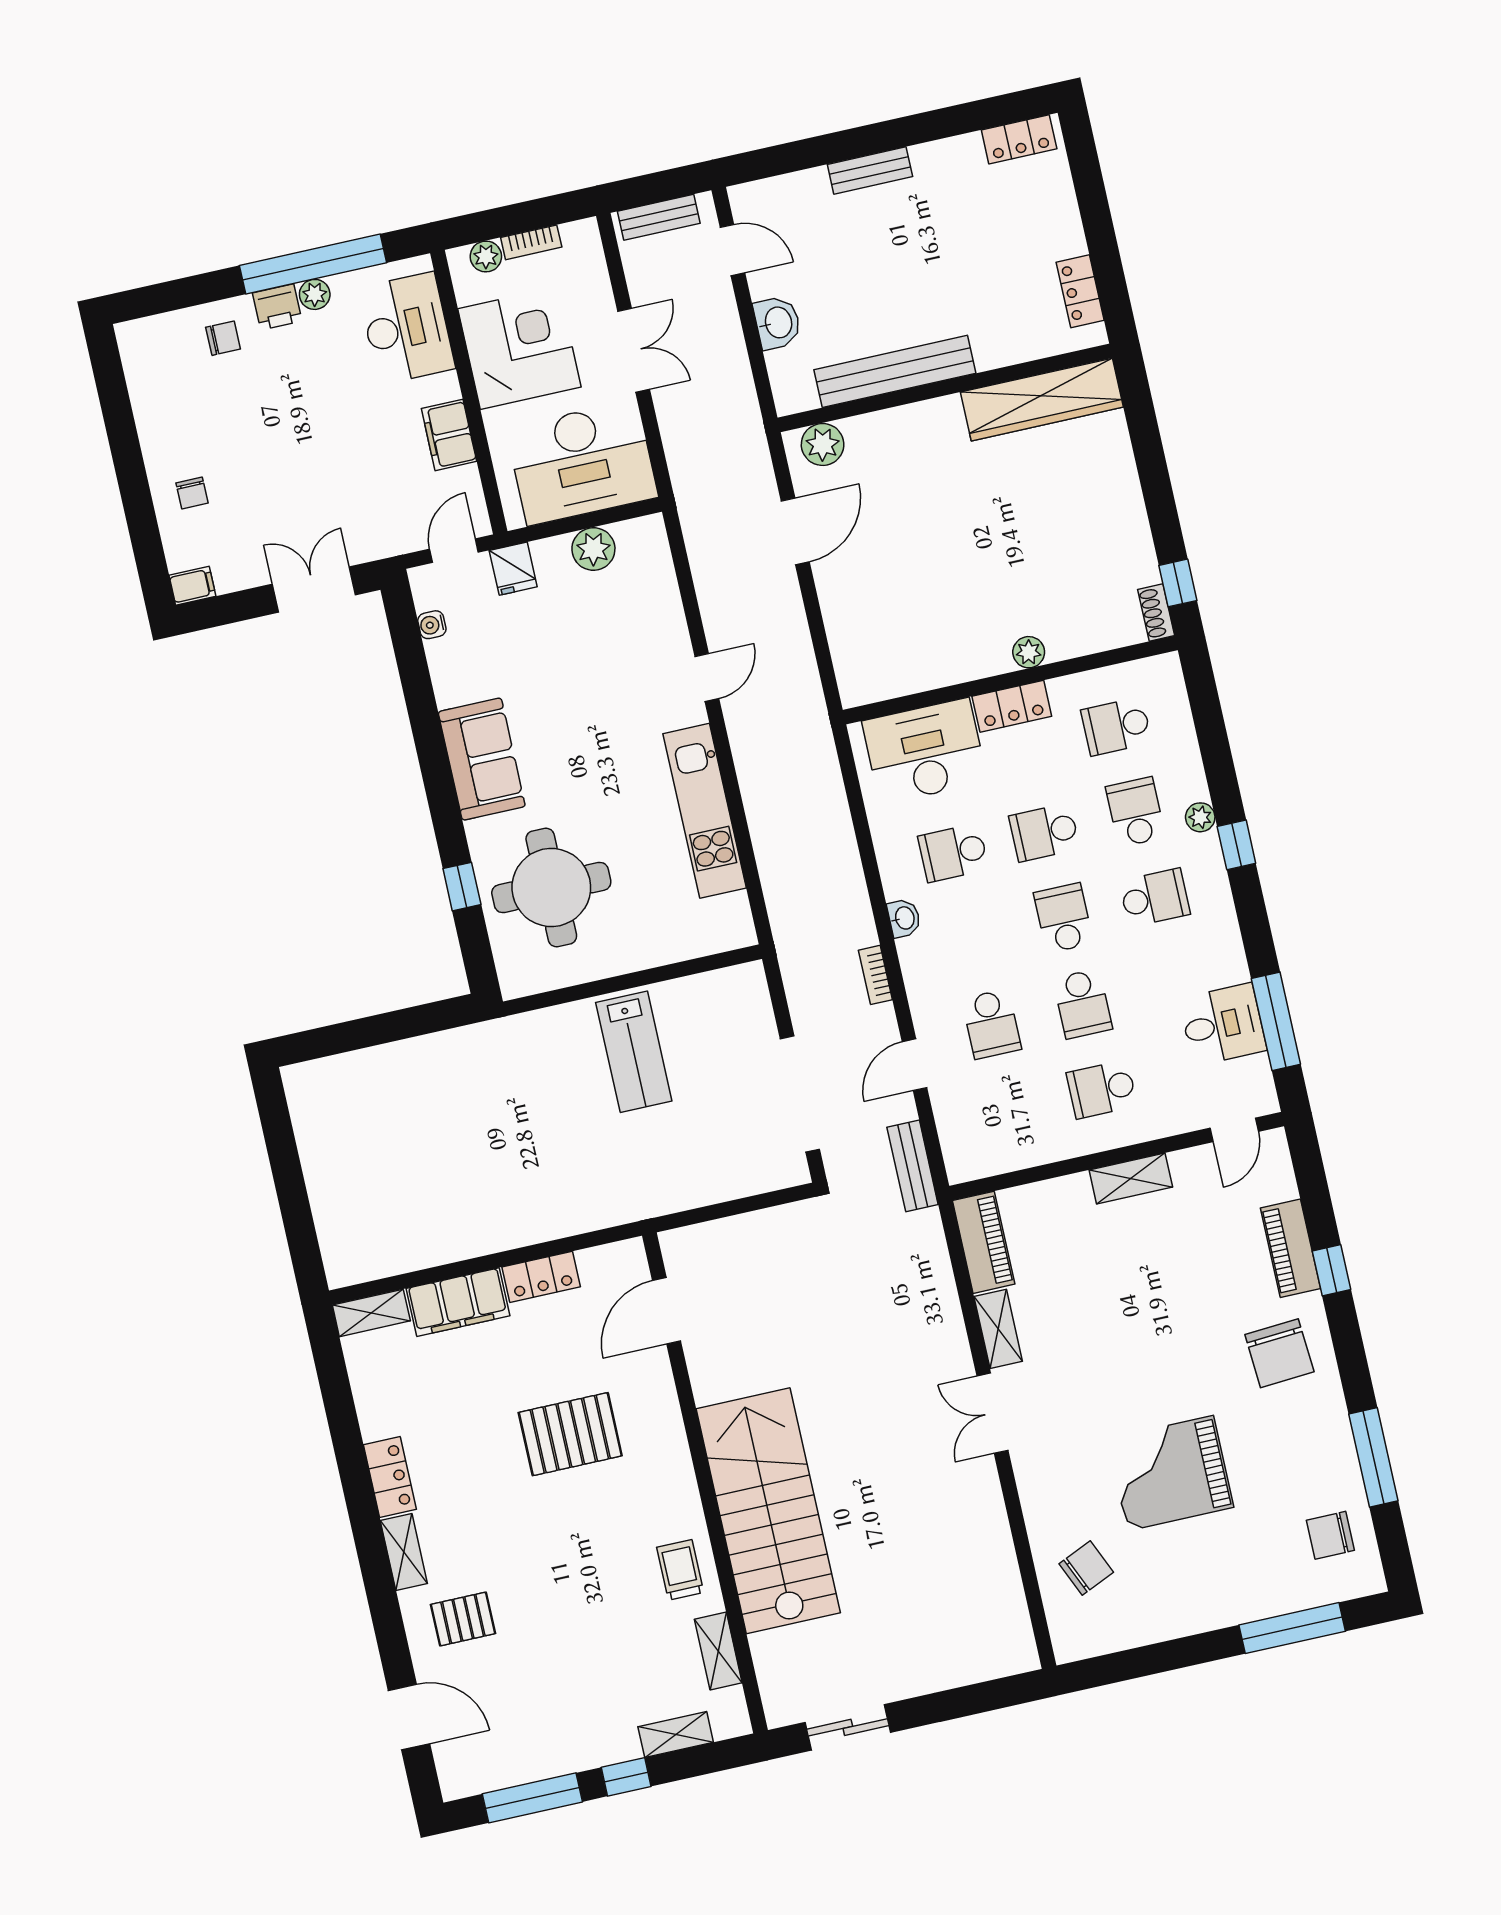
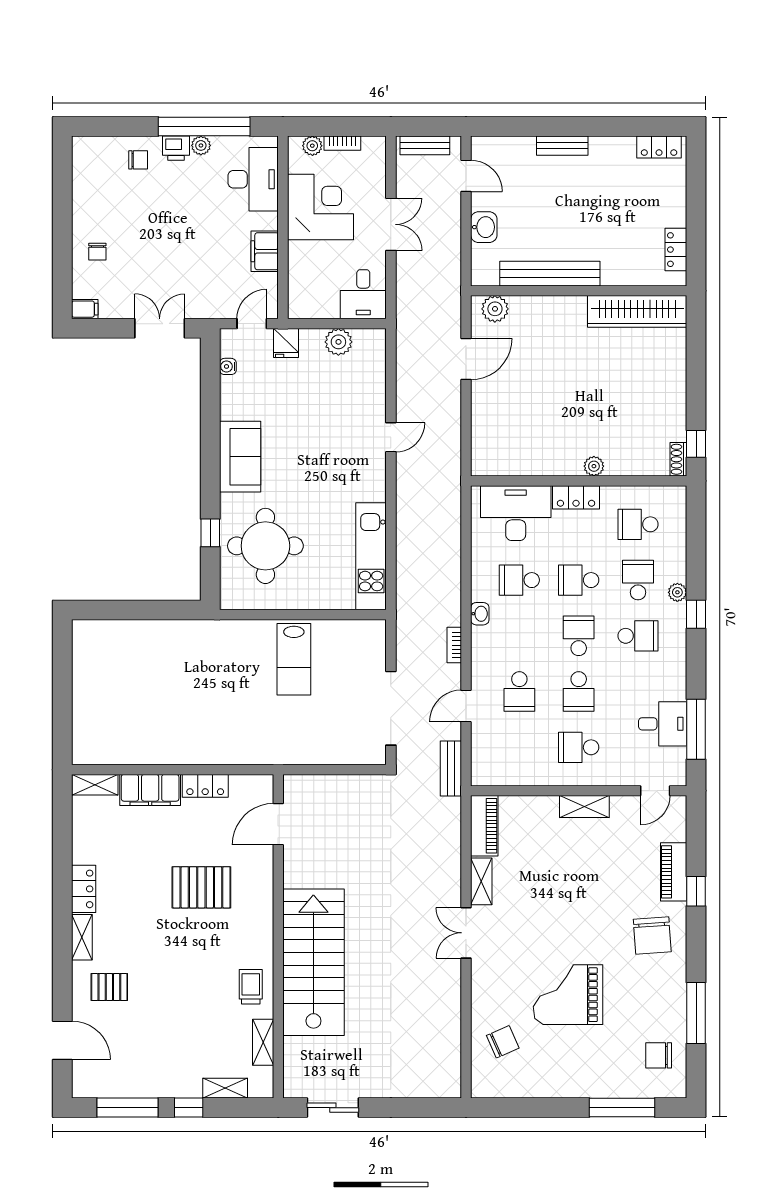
desk: (582, 463) -> (363, 294), width x0.53, depth x0.77
kitchen unit: (705, 811) -> (371, 556), moved

